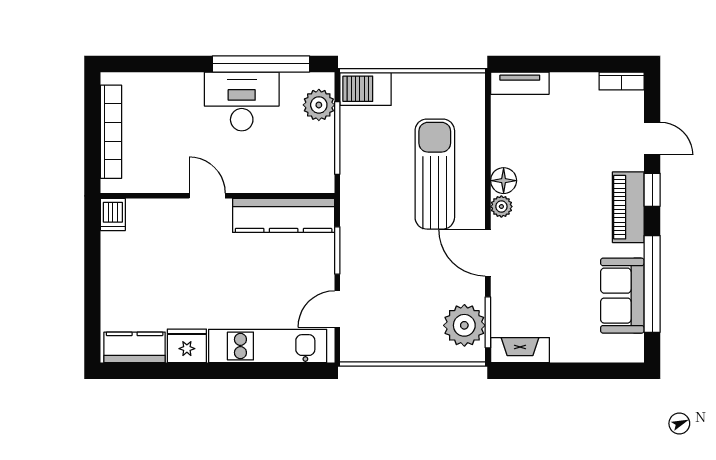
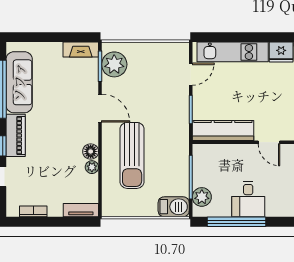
bookcase: (622, 81) -> (33, 211), moved
desk: (242, 101) -> (248, 199), width x0.73
plant: (501, 207) -> (92, 167), moved
sofa: (622, 296) -> (19, 82), width x1.36

